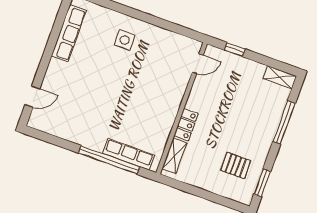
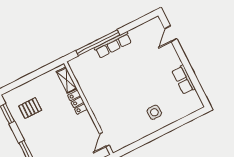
row of seats: (69, 33) -> (183, 80), width x0.68
row of seats: (129, 154) -> (113, 45), moved

